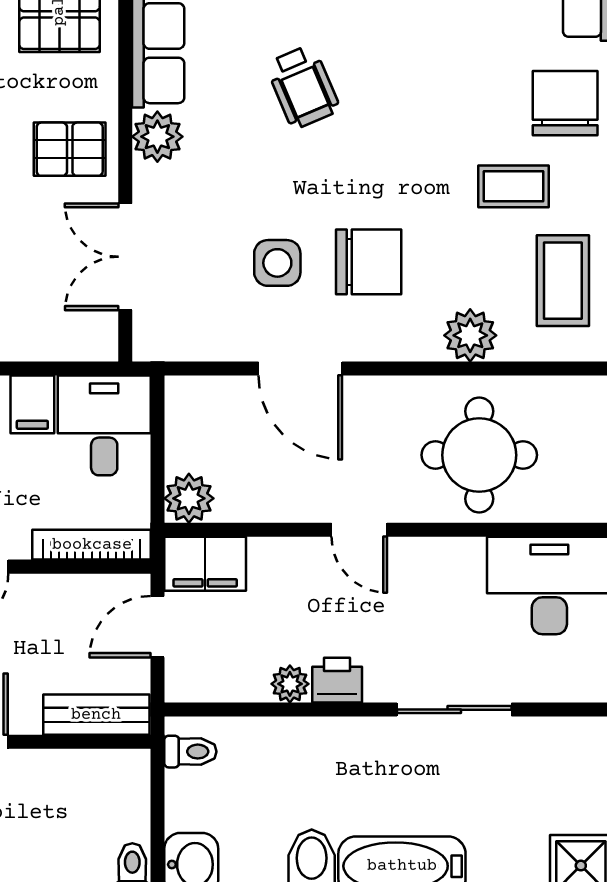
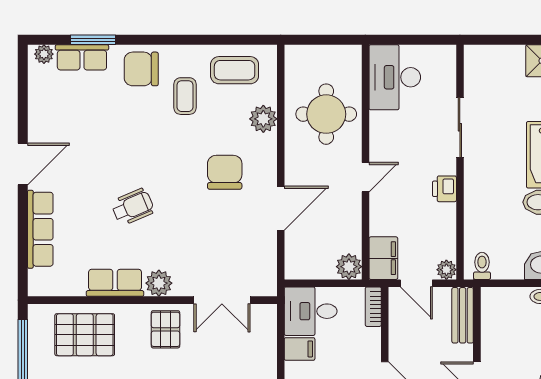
side table: (277, 263) -> (225, 220), removed
bookcase: (92, 545) -> (373, 307), width x0.64
plant: (290, 684) -> (446, 270), moved

